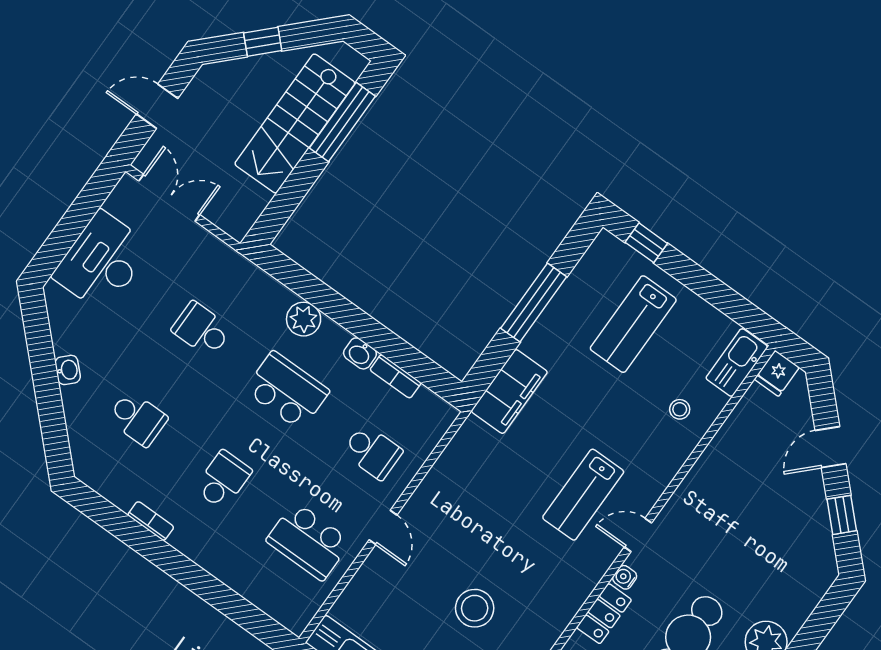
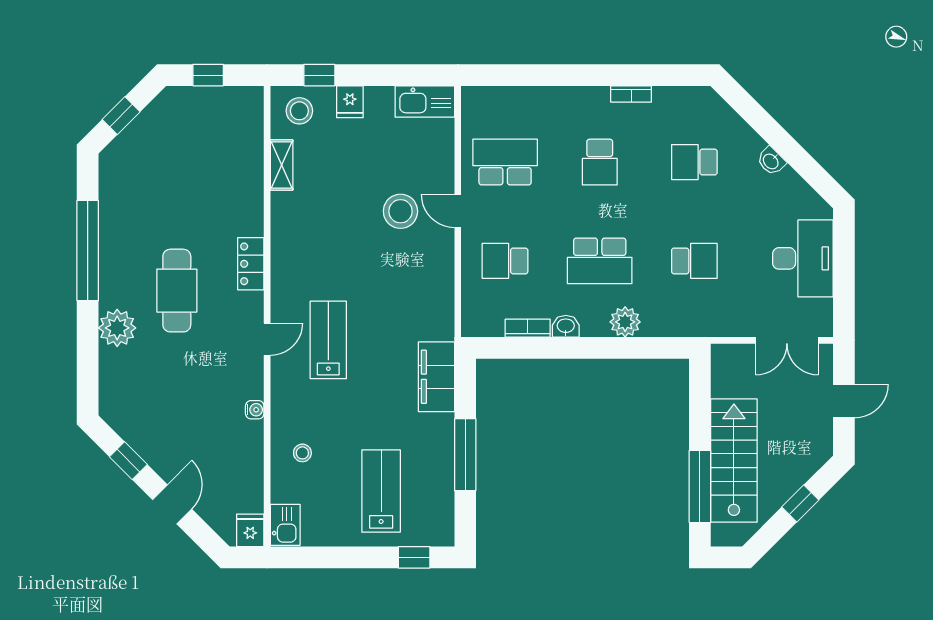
kitchen sink: (737, 362) -> (285, 525), width x0.73
water cooler: (625, 577) -> (255, 410), moved
stool: (475, 608) -> (400, 211), moved

